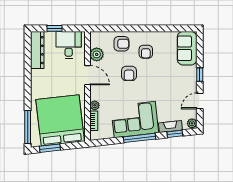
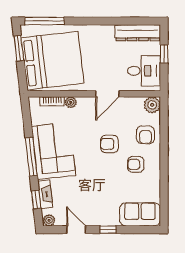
plant: (97, 54) -> (152, 105), moved

